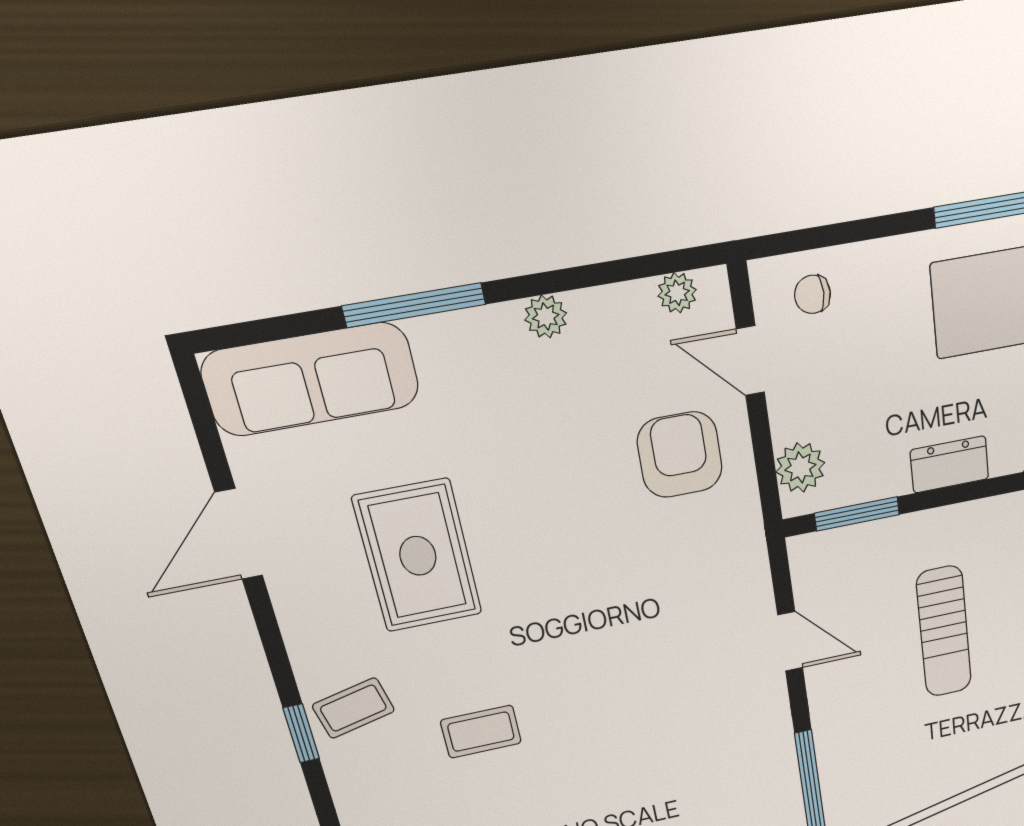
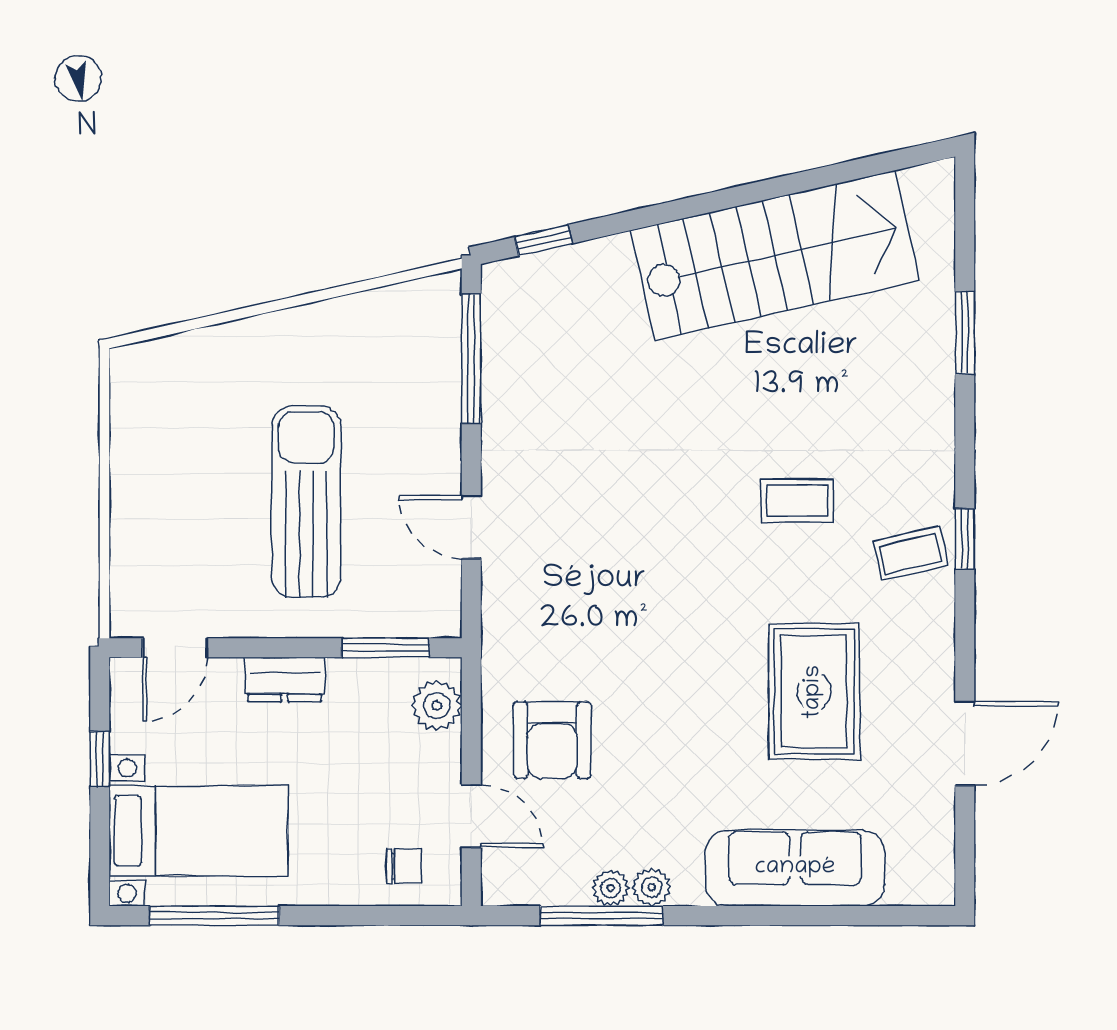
plant: (677, 293) -> (611, 888), moved
window: (414, 305) -> (601, 916), moved
sofa: (311, 379) -> (795, 868), moved
sun lounger: (944, 632) -> (306, 502), width x1.36, depth x1.34

